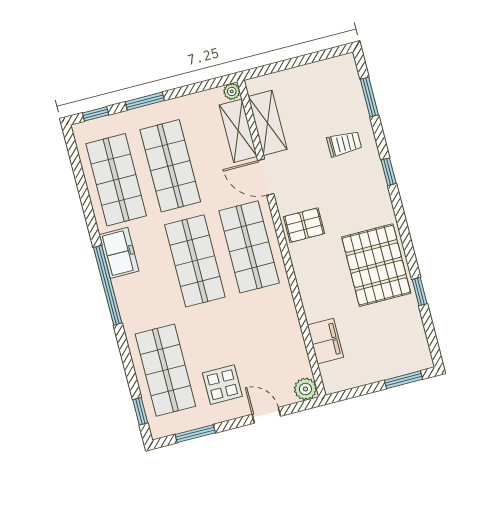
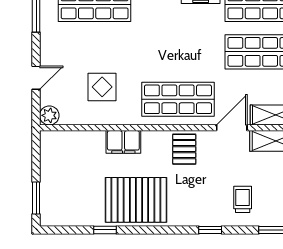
trolley: (344, 144) -> (243, 199), turned 180
shop shelf: (195, 261) -> (178, 52), removed
filing cabinet: (325, 341) -> (123, 142), moved
display table: (222, 385) -> (102, 87), moved

